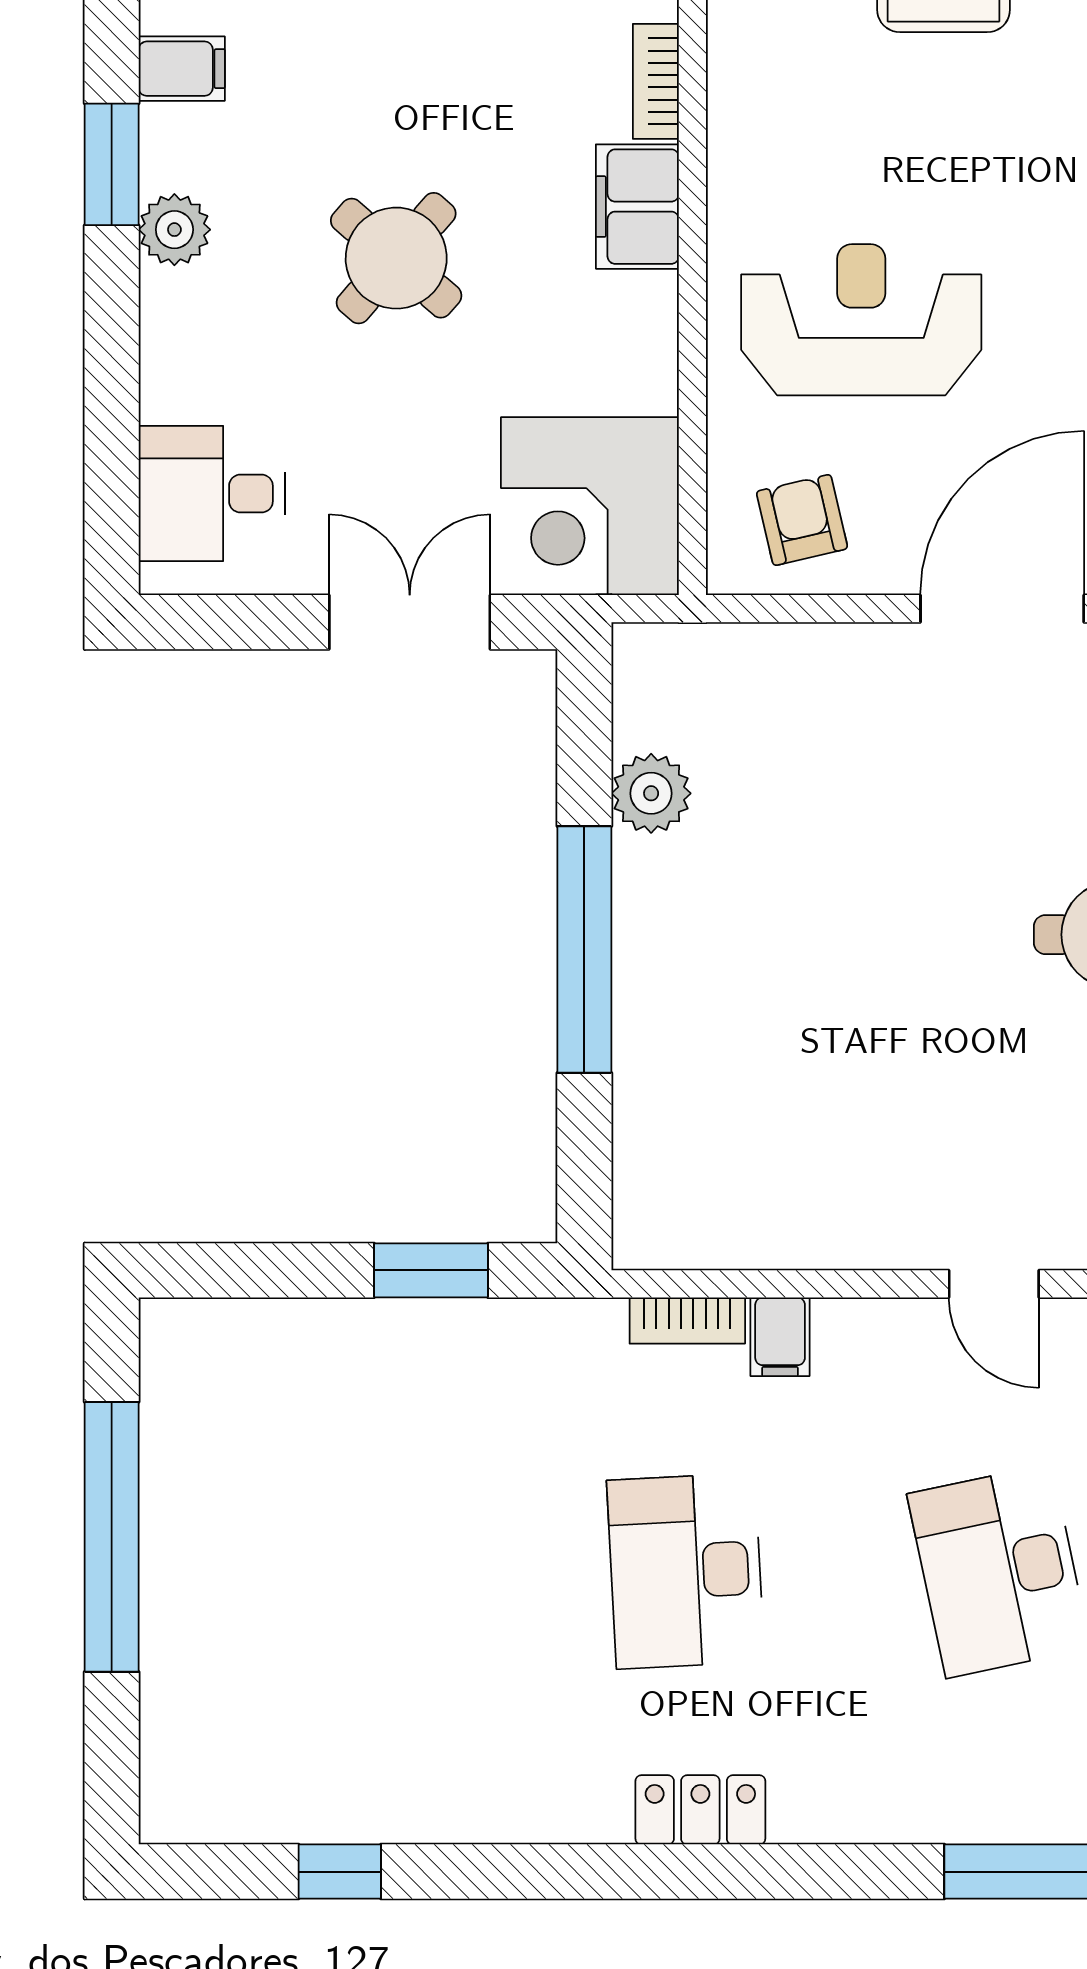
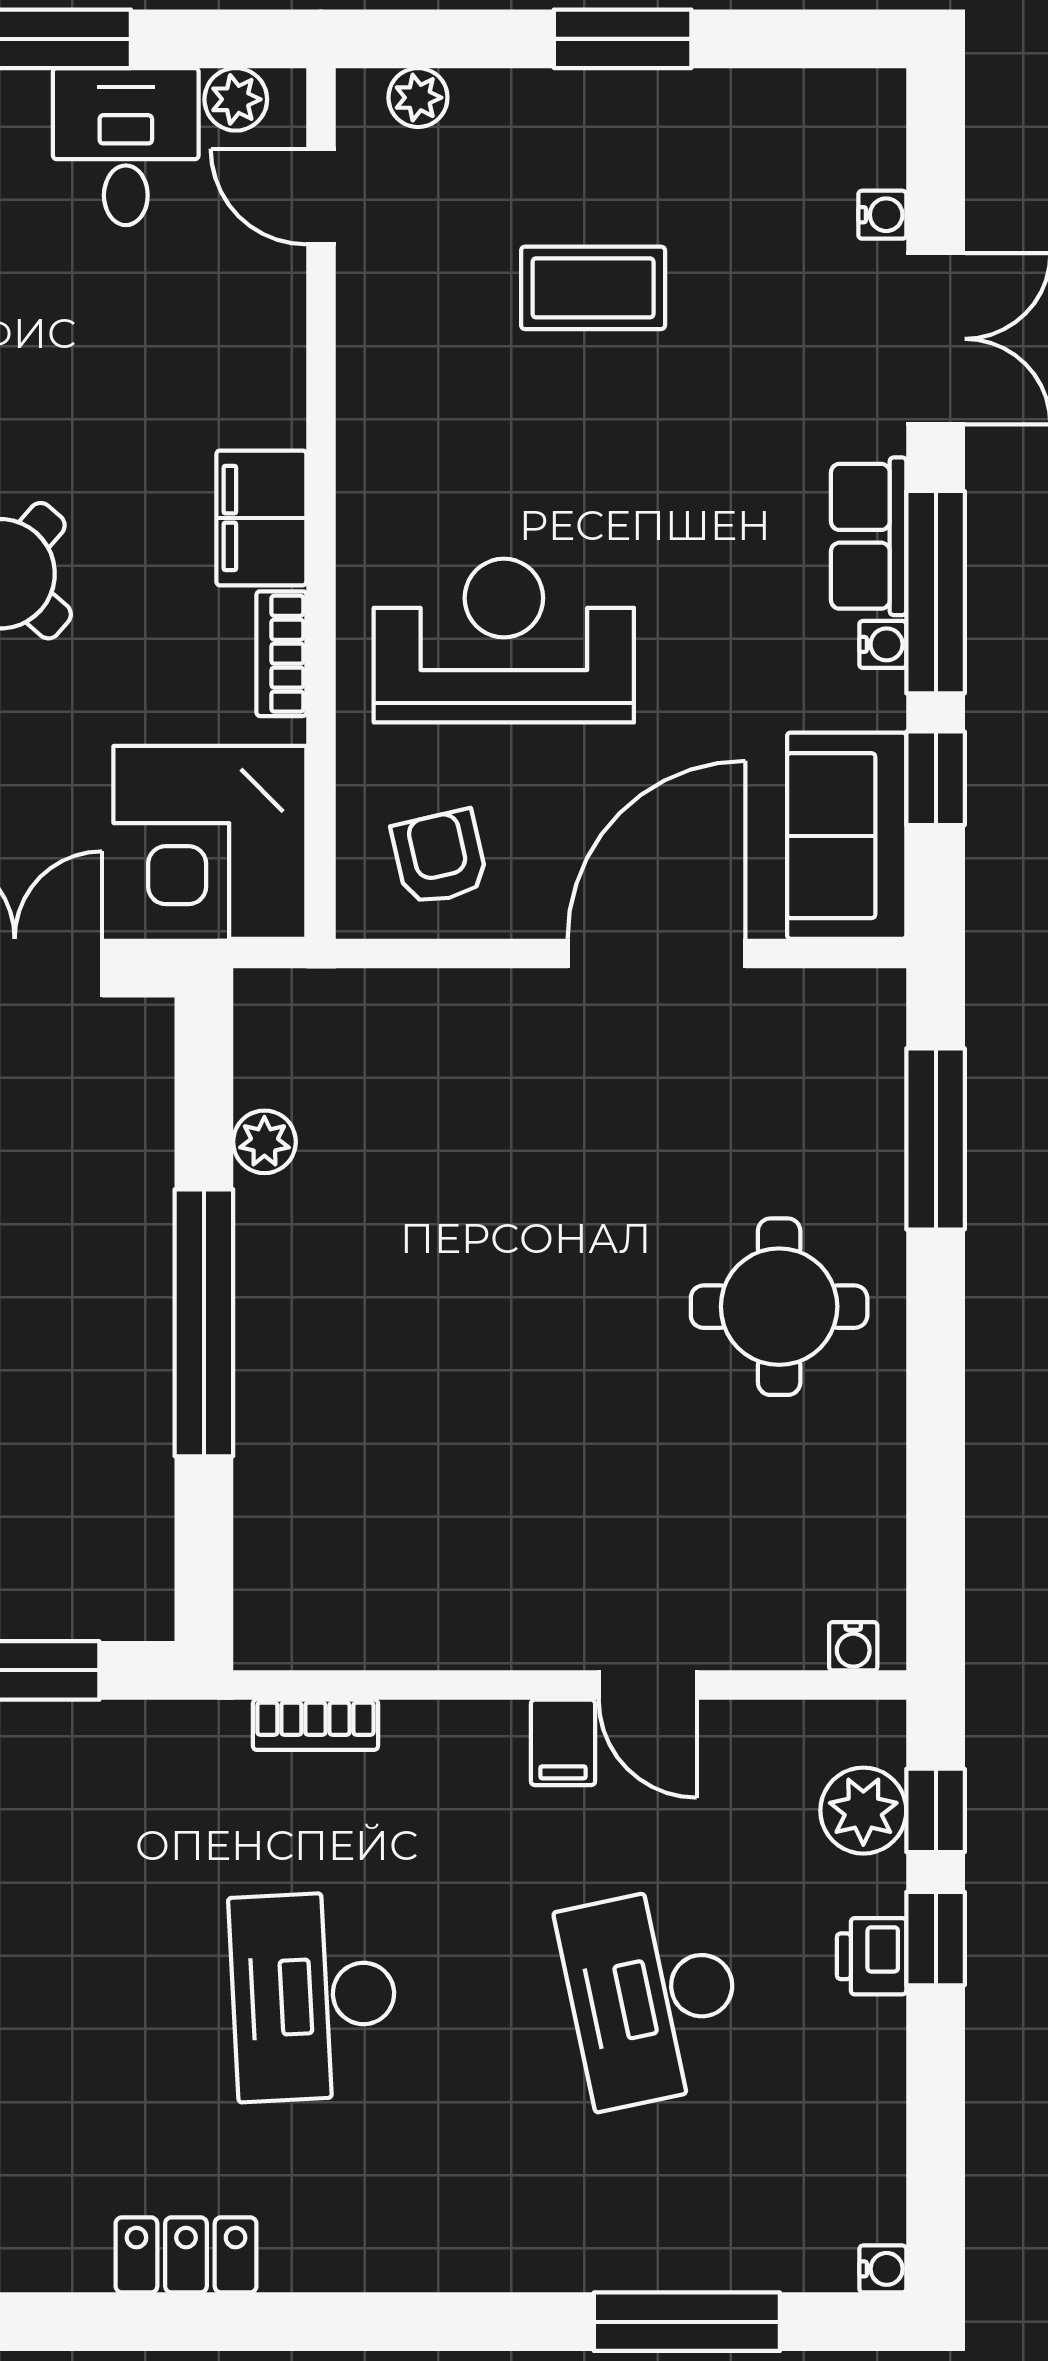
bookcase: (656, 81) -> (281, 654), moved
plant: (651, 793) -> (264, 1142), width x0.73, depth x0.73
filing cabinet: (780, 1337) -> (563, 1742), moved
locker: (700, 1810) -> (186, 2255), moved

